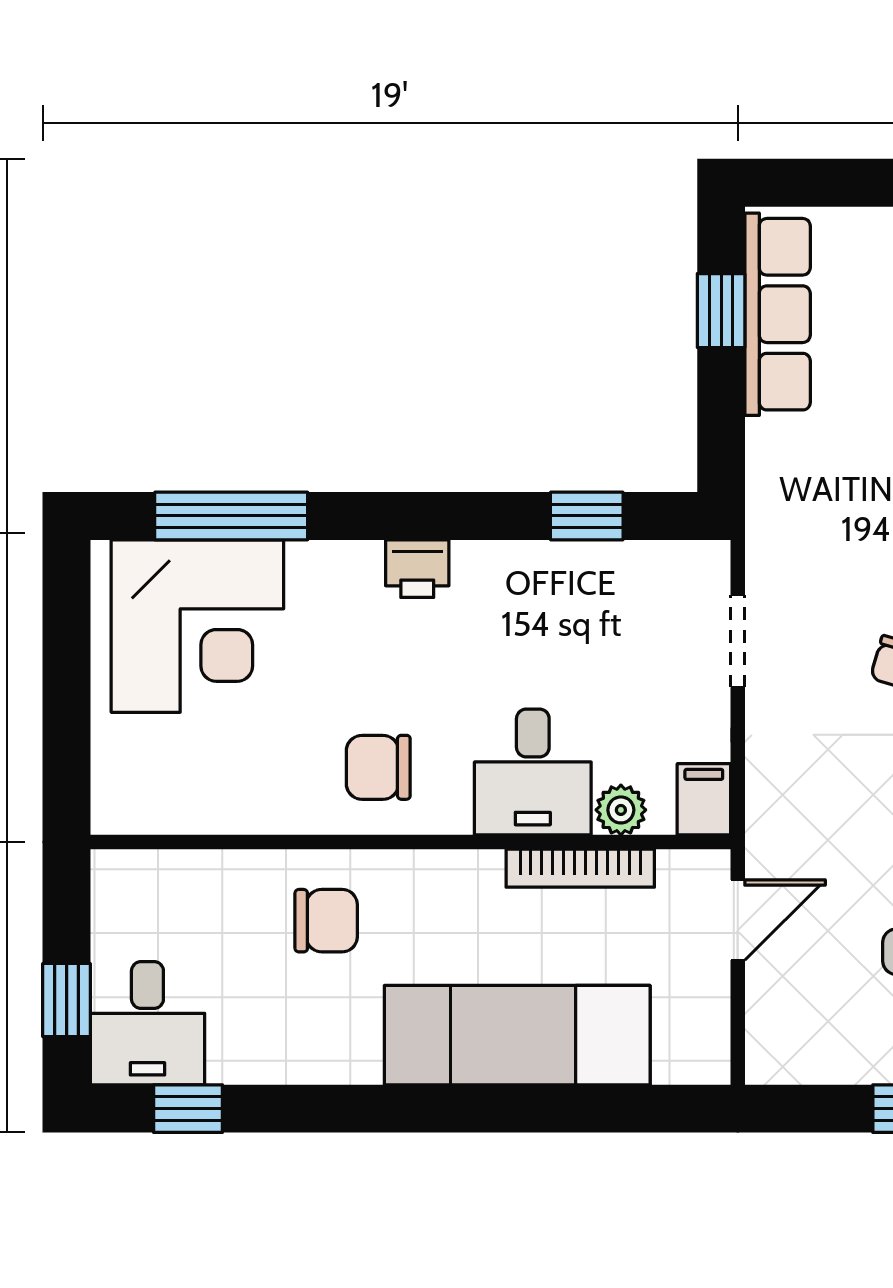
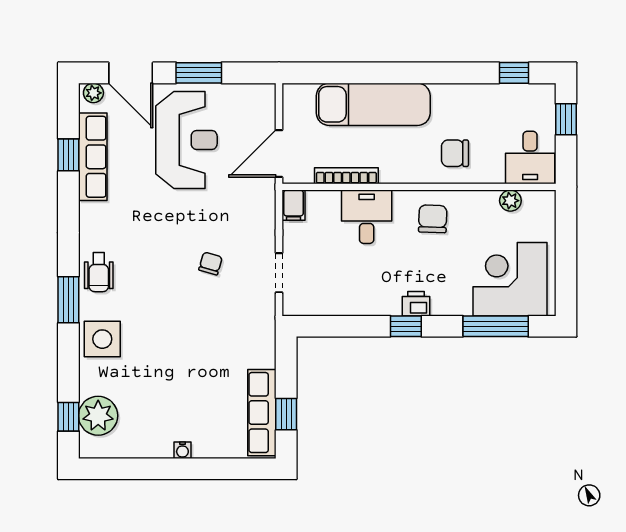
window: (587, 516) -> (406, 326), moved
chair: (378, 767) -> (433, 219), turned -88
plant: (621, 810) -> (510, 201), moved
door: (738, 920) -> (279, 154), width x1.38
desk: (147, 1023) -> (530, 157), moved, turned 180

